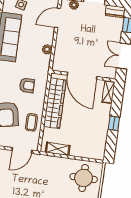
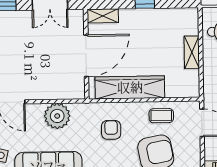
plant: (47, 49) -> (57, 116), width x1.88, depth x1.88
shelving: (58, 149) -> (192, 52), moved

